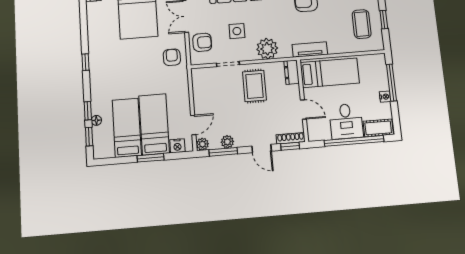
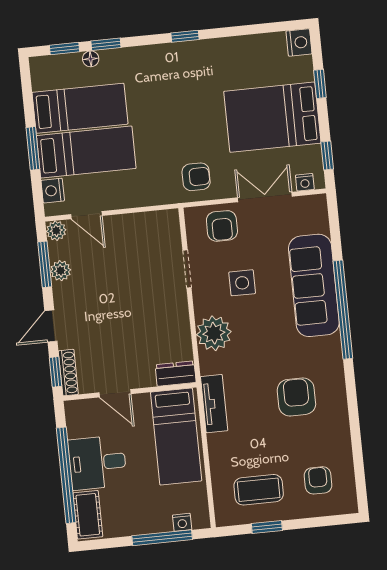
rug: (254, 86) -> (152, 313), removed
nightstand: (385, 97) -> (182, 522), moved
door: (303, 109) -> (115, 393), hinge flipped

